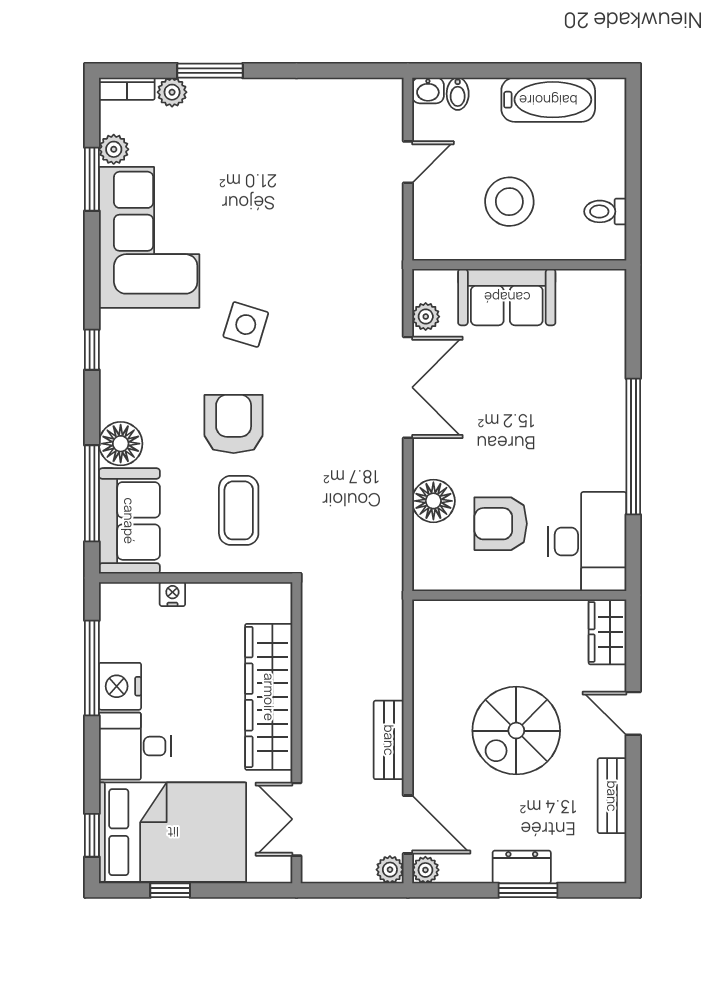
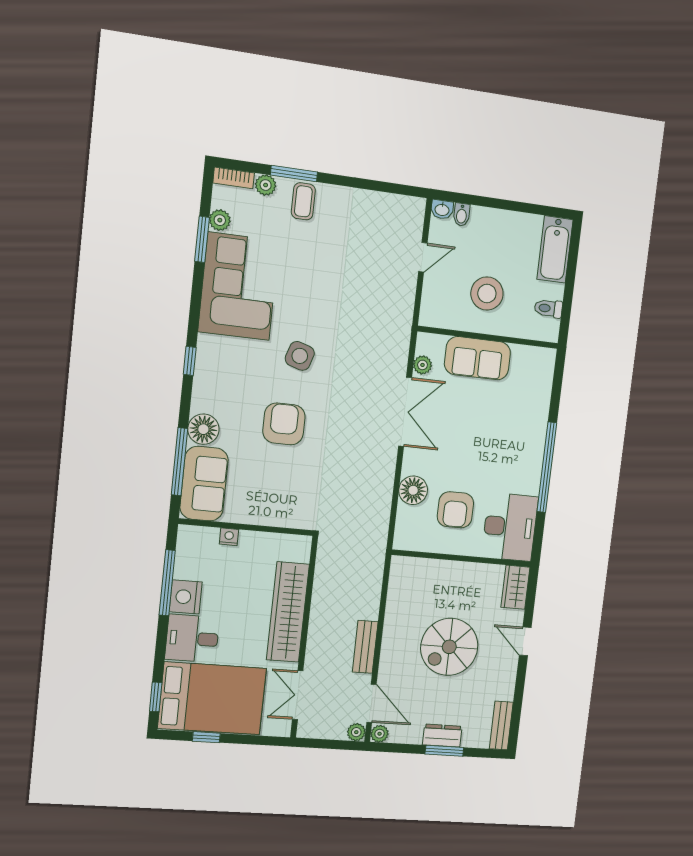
bathtub: (548, 100) -> (555, 249), moved, turned 90
coffee table: (239, 510) -> (303, 201), moved, width x0.73, depth x0.77
armchair: (501, 524) -> (455, 510), turned -90
bench: (612, 796) -> (501, 725), moved

